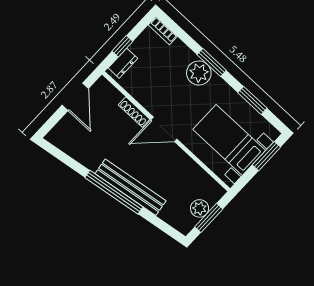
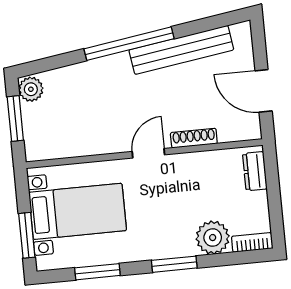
window: (122, 46) -> (273, 186), removed
plant: (199, 73) -> (213, 238), moved
door: (164, 129) -> (148, 153), width x0.73
bench: (131, 187) -> (181, 50), moved
plant: (200, 208) -> (31, 89), moved

